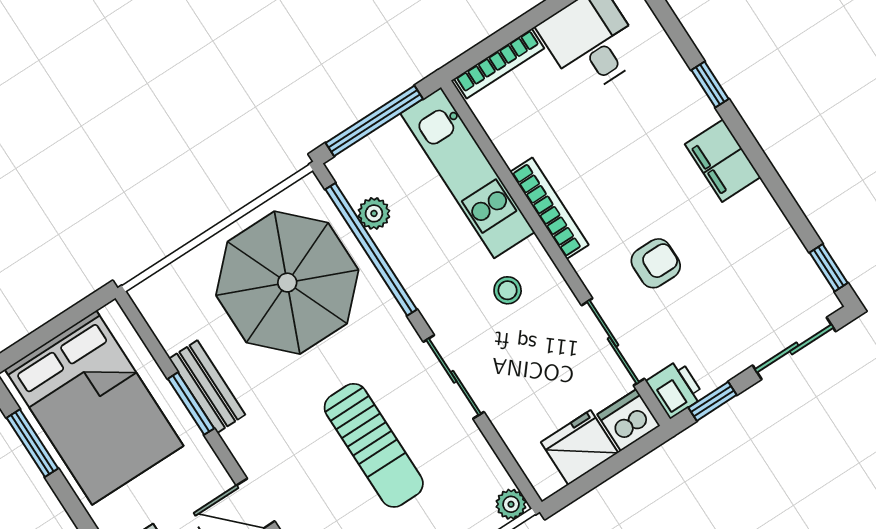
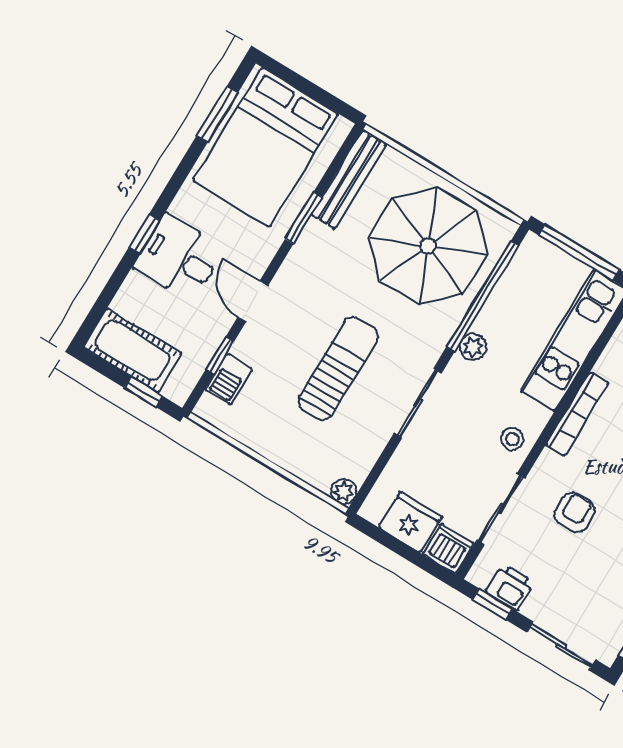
plant: (374, 213) -> (473, 347), moved
armchair: (656, 263) -> (574, 513), turned -90
stool: (508, 290) -> (512, 439), moved
bench: (207, 387) -> (349, 179), moved, width x1.36
printer: (675, 389) -> (510, 587), moved, turned -90
sun lounger: (374, 445) -> (338, 368), turned 180

